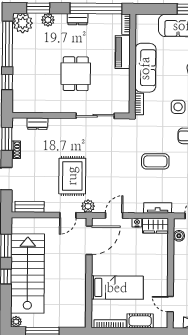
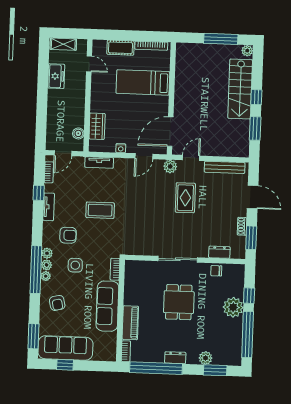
plant: (23, 23) -> (233, 307), moved
chair: (40, 105) -> (216, 271), added
sliding door: (95, 116) -> (178, 259), moved
rug: (72, 176) -> (185, 198), width x0.73, depth x0.70
bench: (30, 207) -> (225, 167), width x1.36
wardrobe: (156, 226) -> (97, 126), moved, turned 90
stairs: (28, 273) -> (240, 89), width x0.73, depth x0.66

